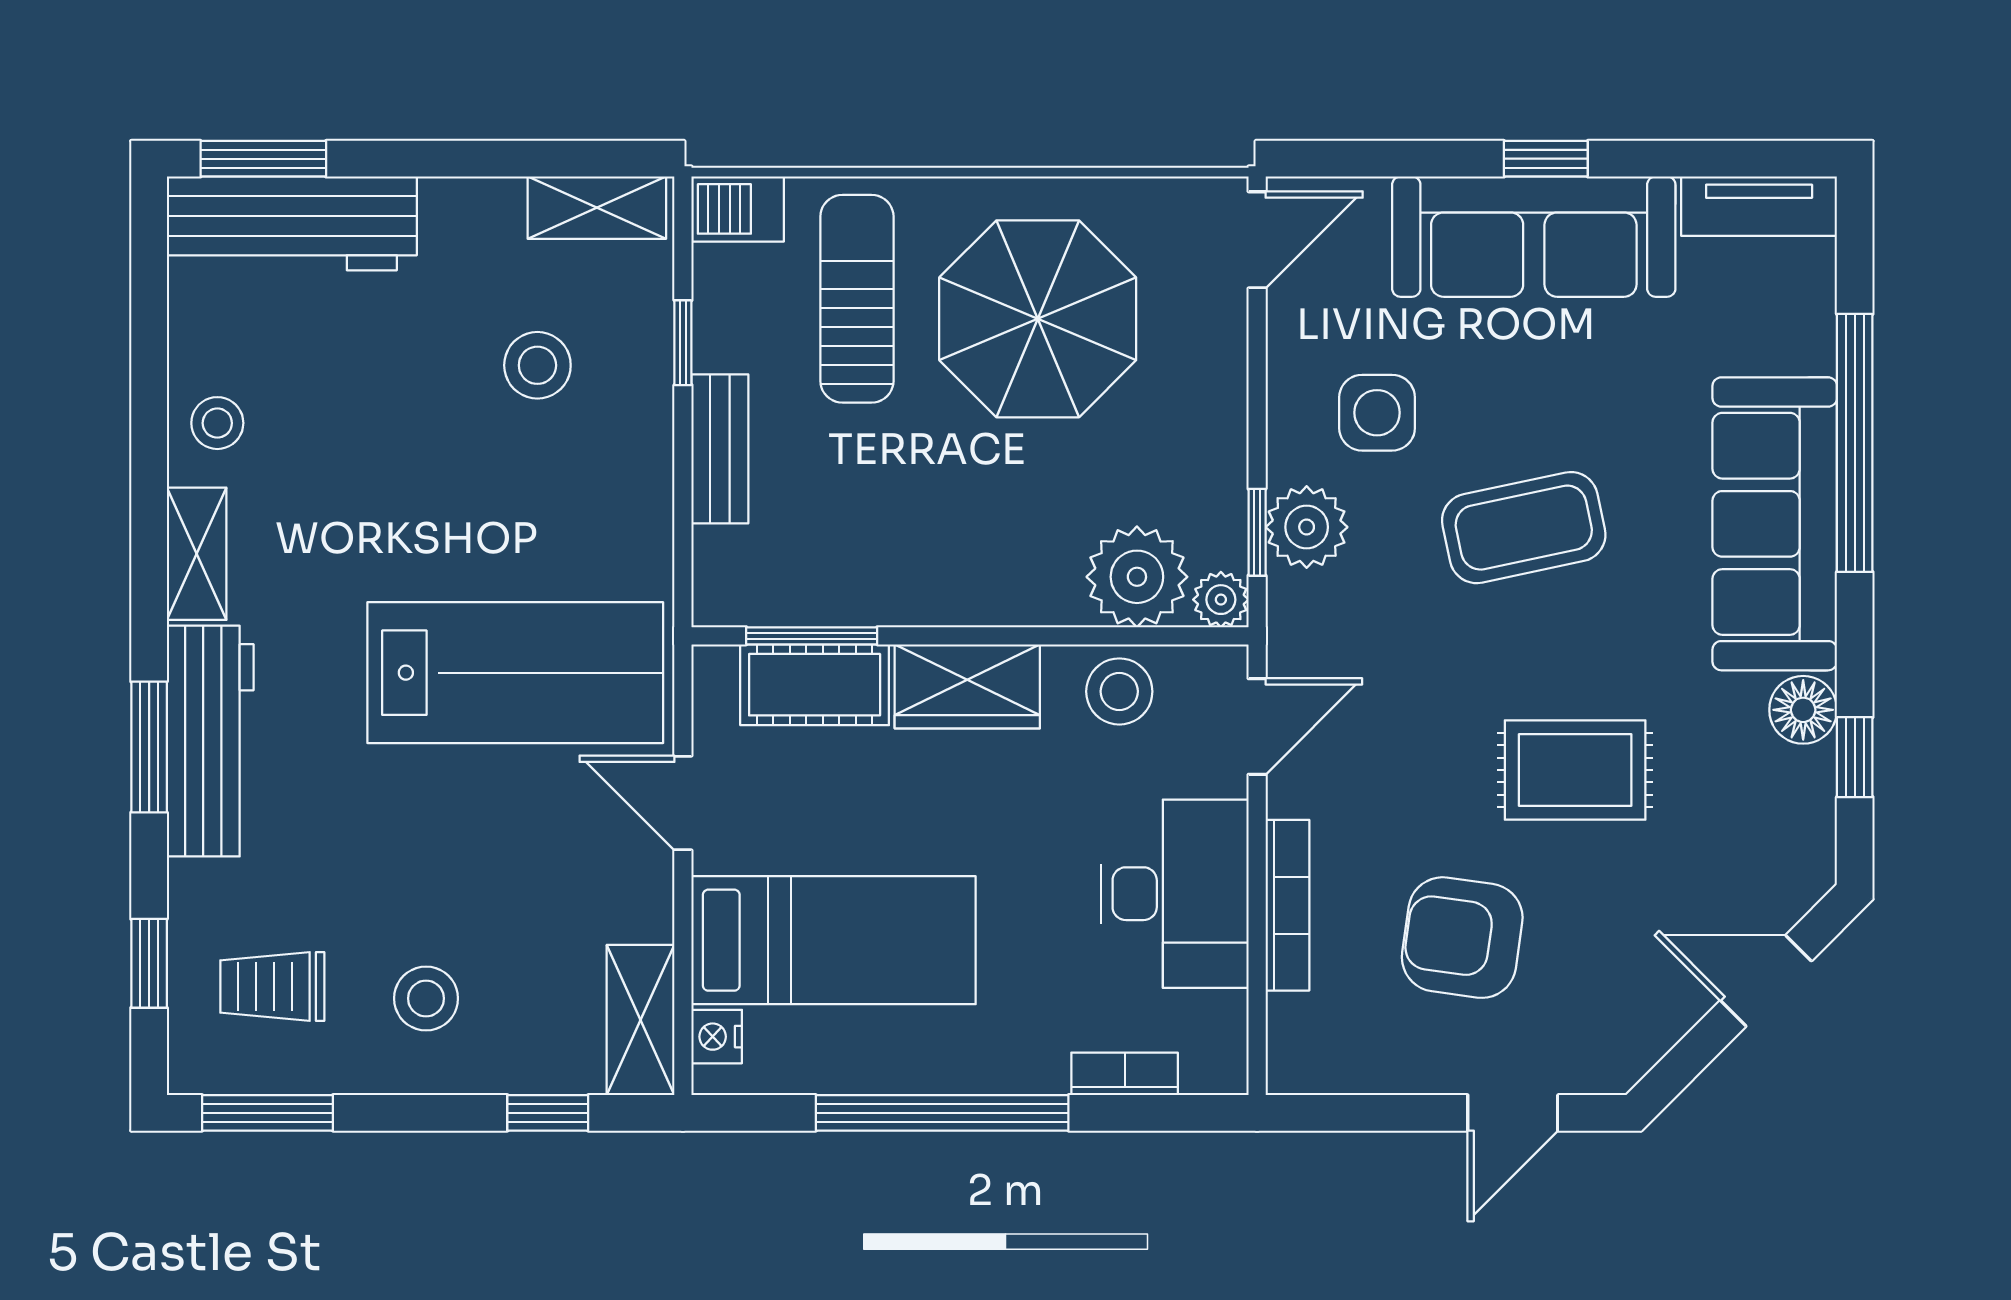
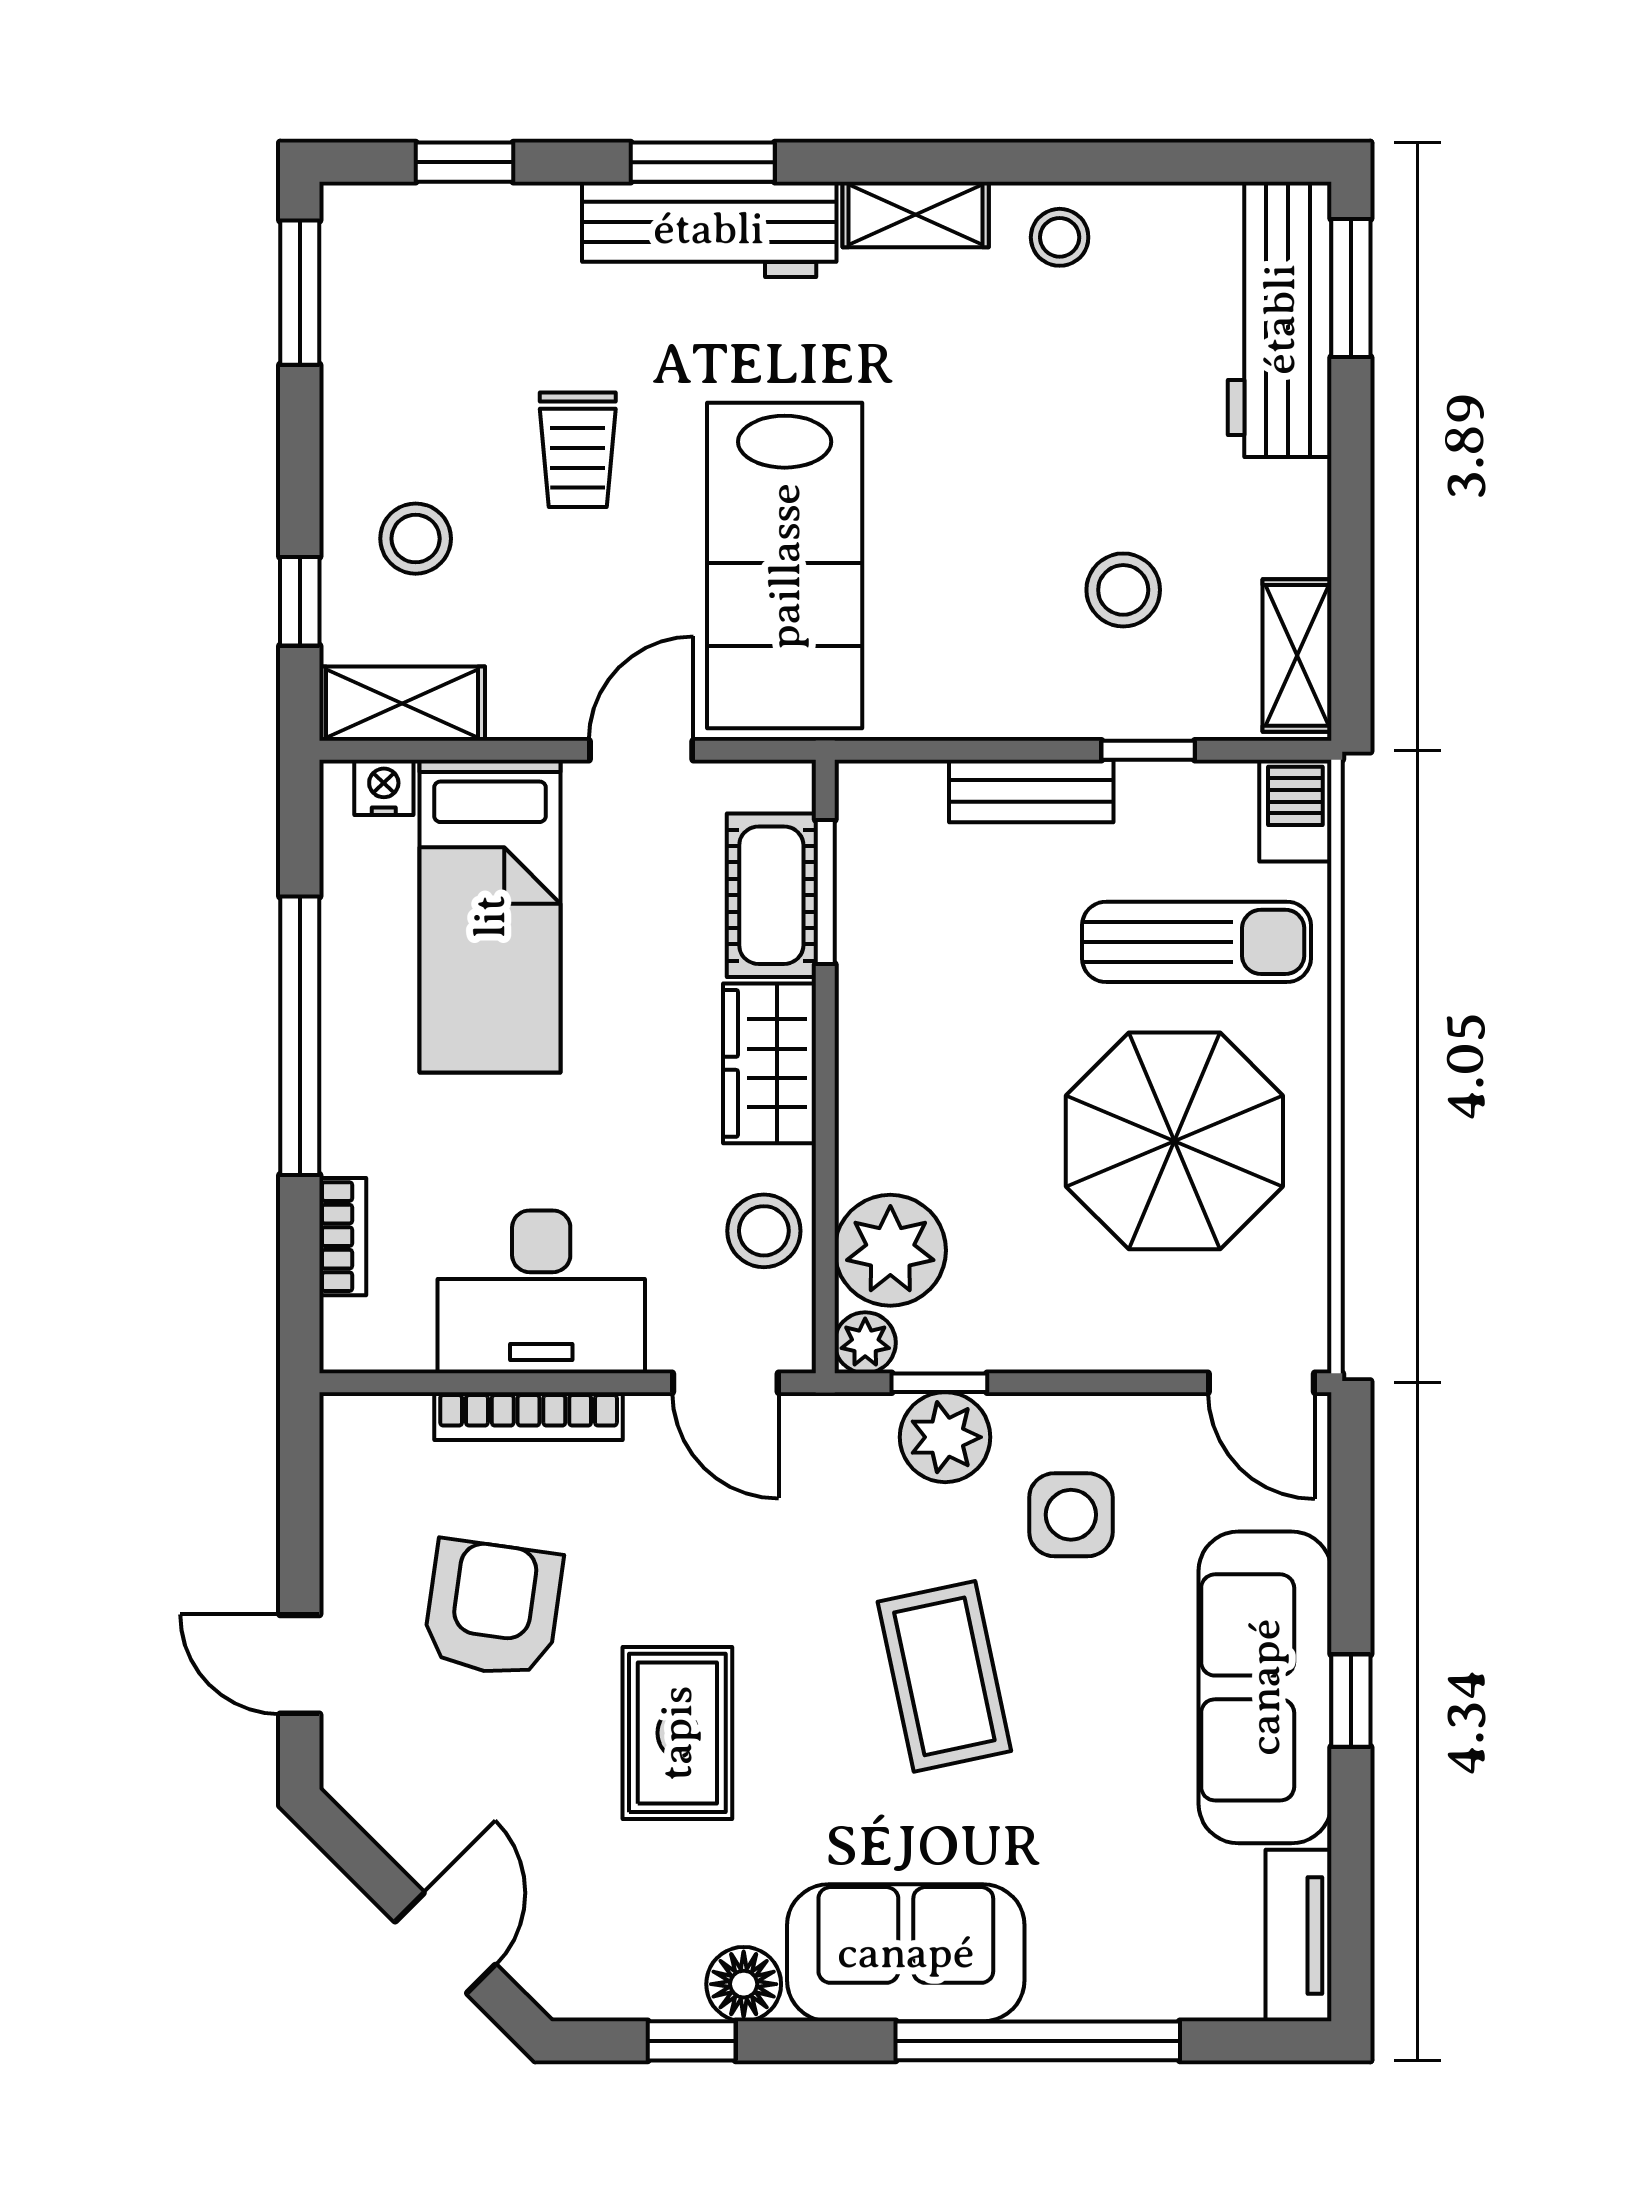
sofa: (1775, 524) -> (906, 1953), width x0.73
trolley: (272, 986) -> (578, 450), moved, turned 180
stool: (426, 998) -> (416, 539), moved

